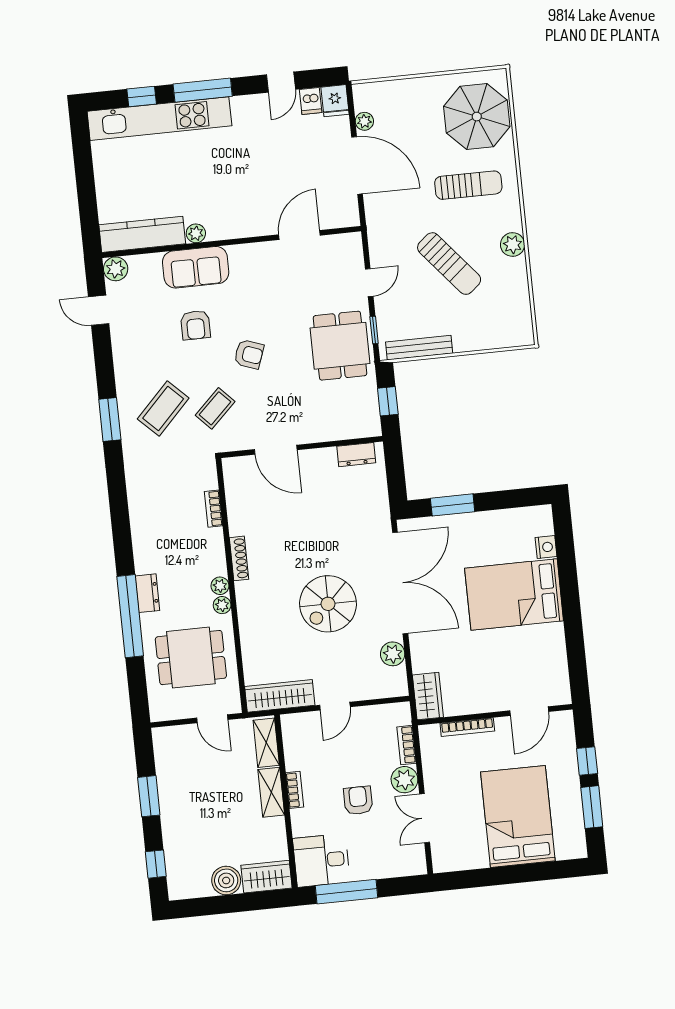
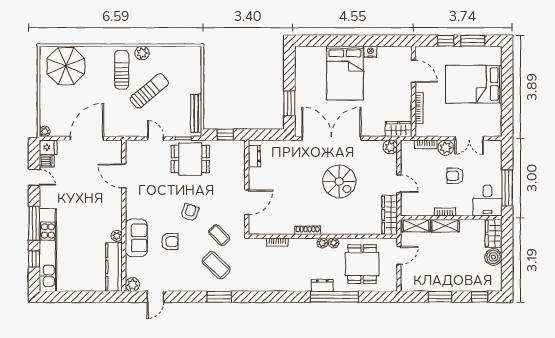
plant: (364, 121) -> (45, 131), moved
sun lounger: (468, 185) -> (122, 70), moved
nightstand: (546, 547) -> (370, 52), moved
plant: (393, 654) -> (390, 147), moved

